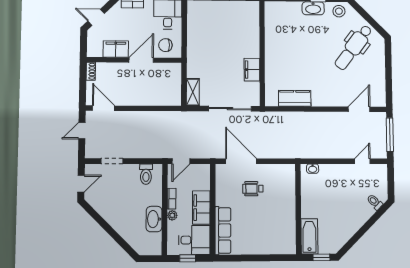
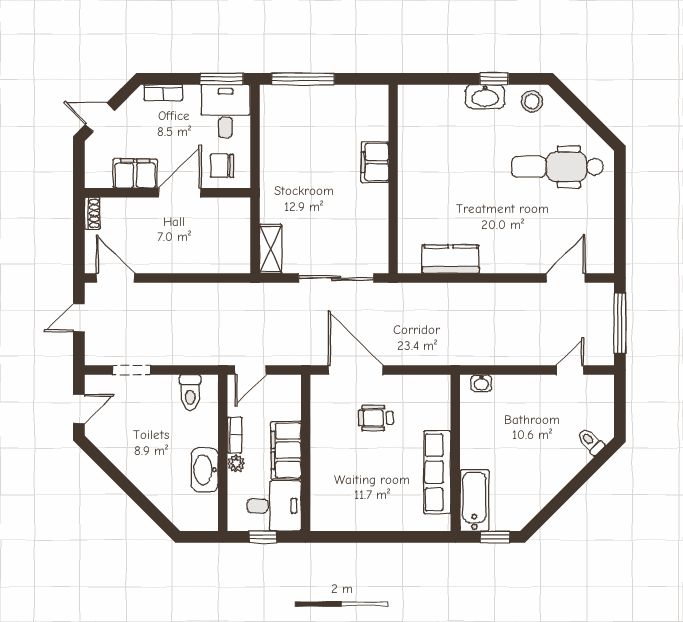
dental chair: (354, 47) -> (557, 167), turned 53
filing cabinet: (252, 70) -> (375, 162), moved
row of seats: (223, 230) -> (437, 472), moved, turned 180

